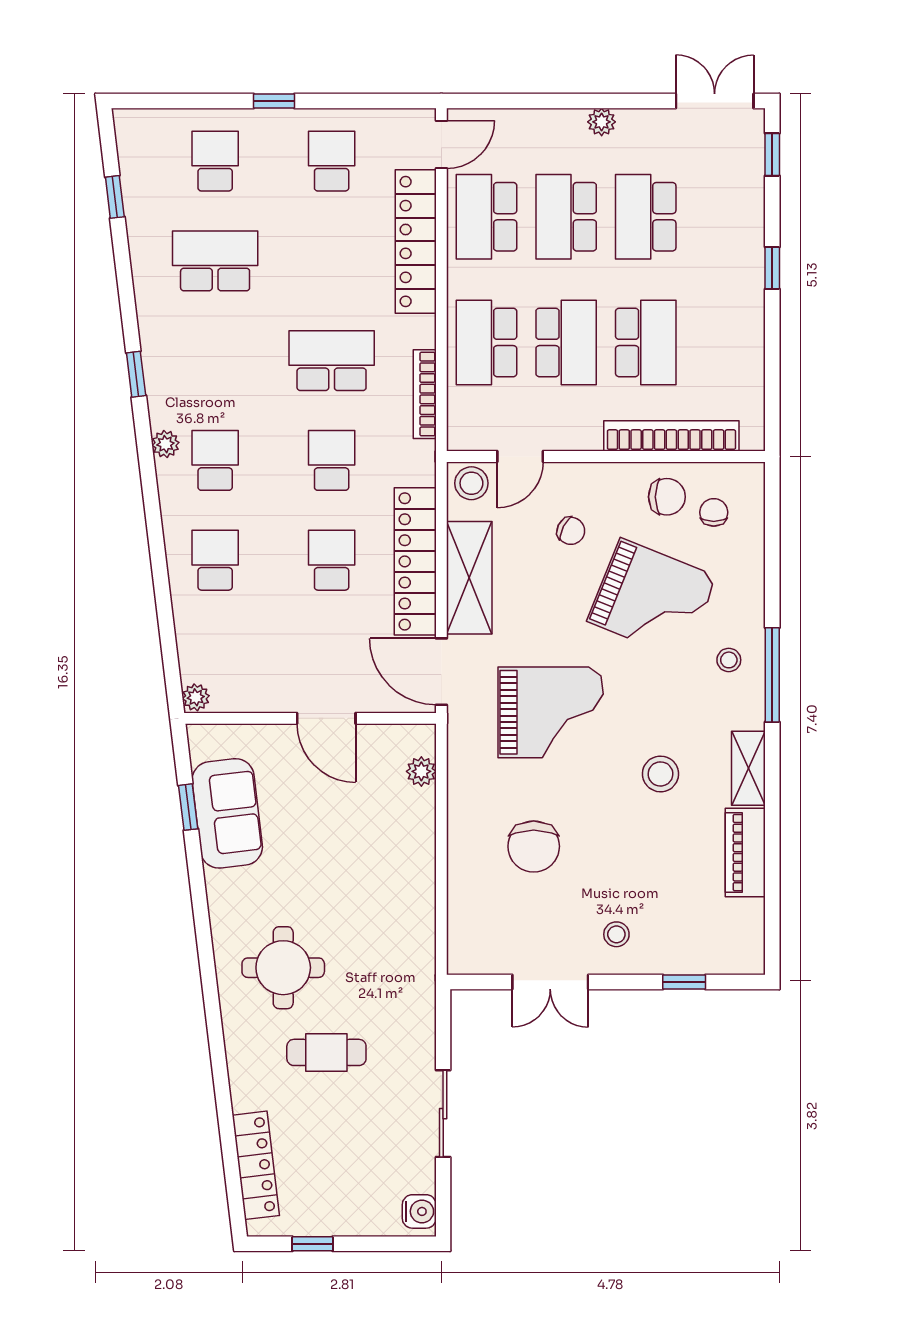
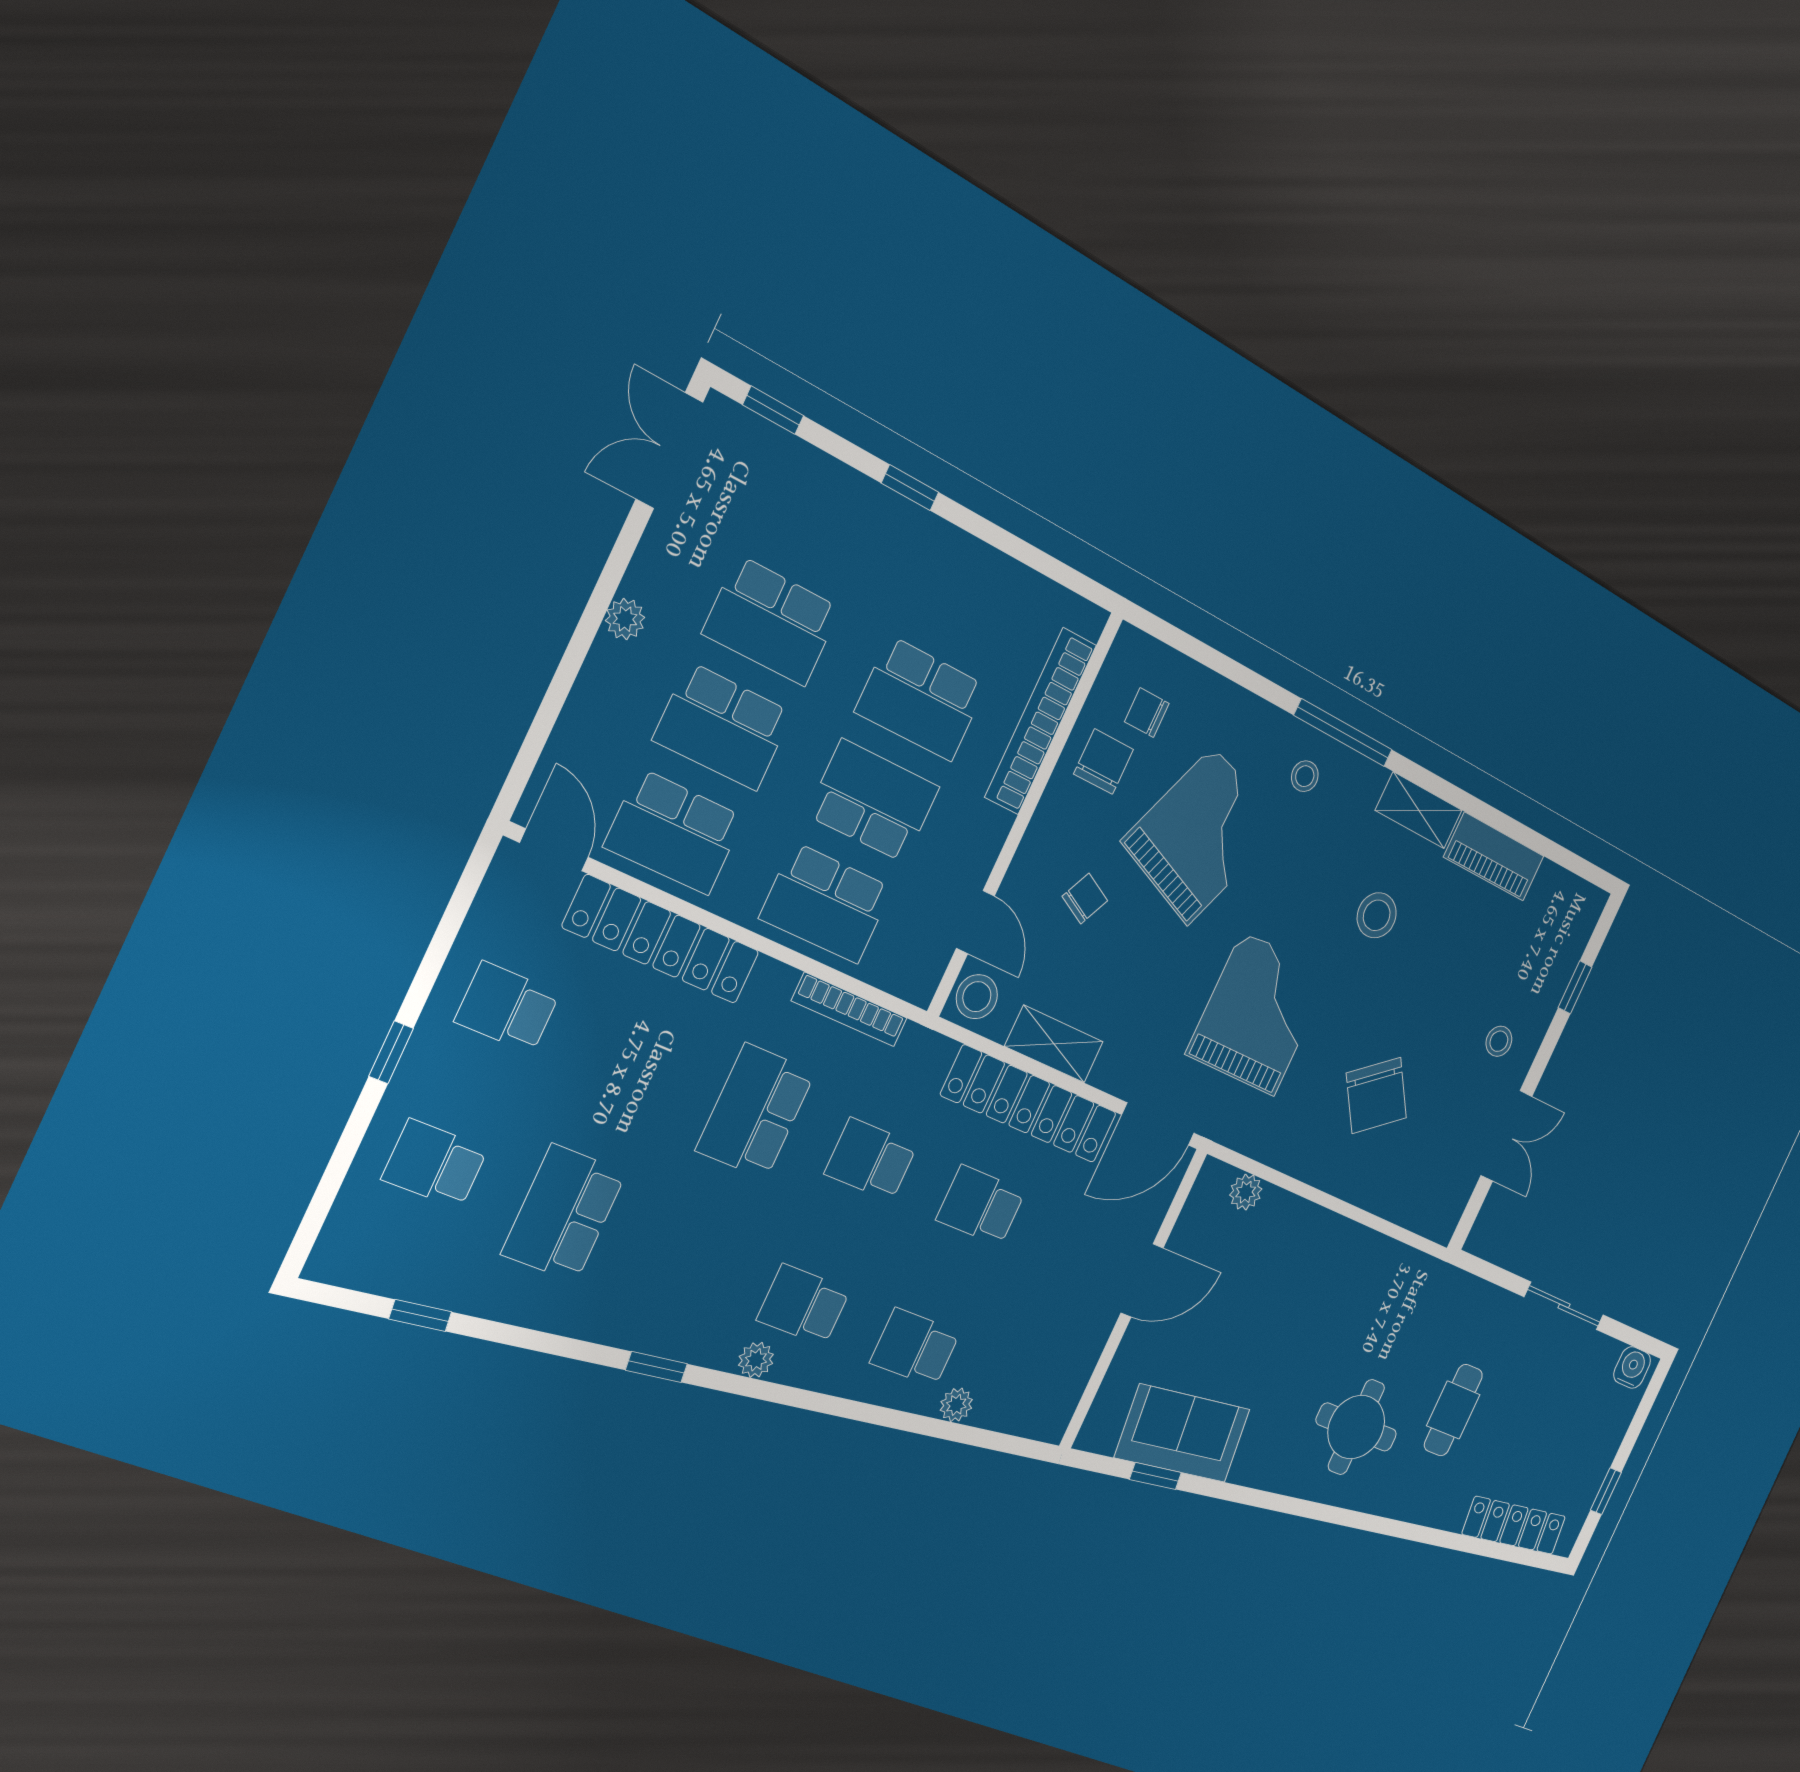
school desk: (646, 342) -> (921, 699), turned 180
shelving: (469, 578) -> (1054, 1044), width x0.67, depth x0.75
plant: (196, 697) -> (956, 1405), moved
chair: (534, 846) -> (1376, 1096), turned 54

